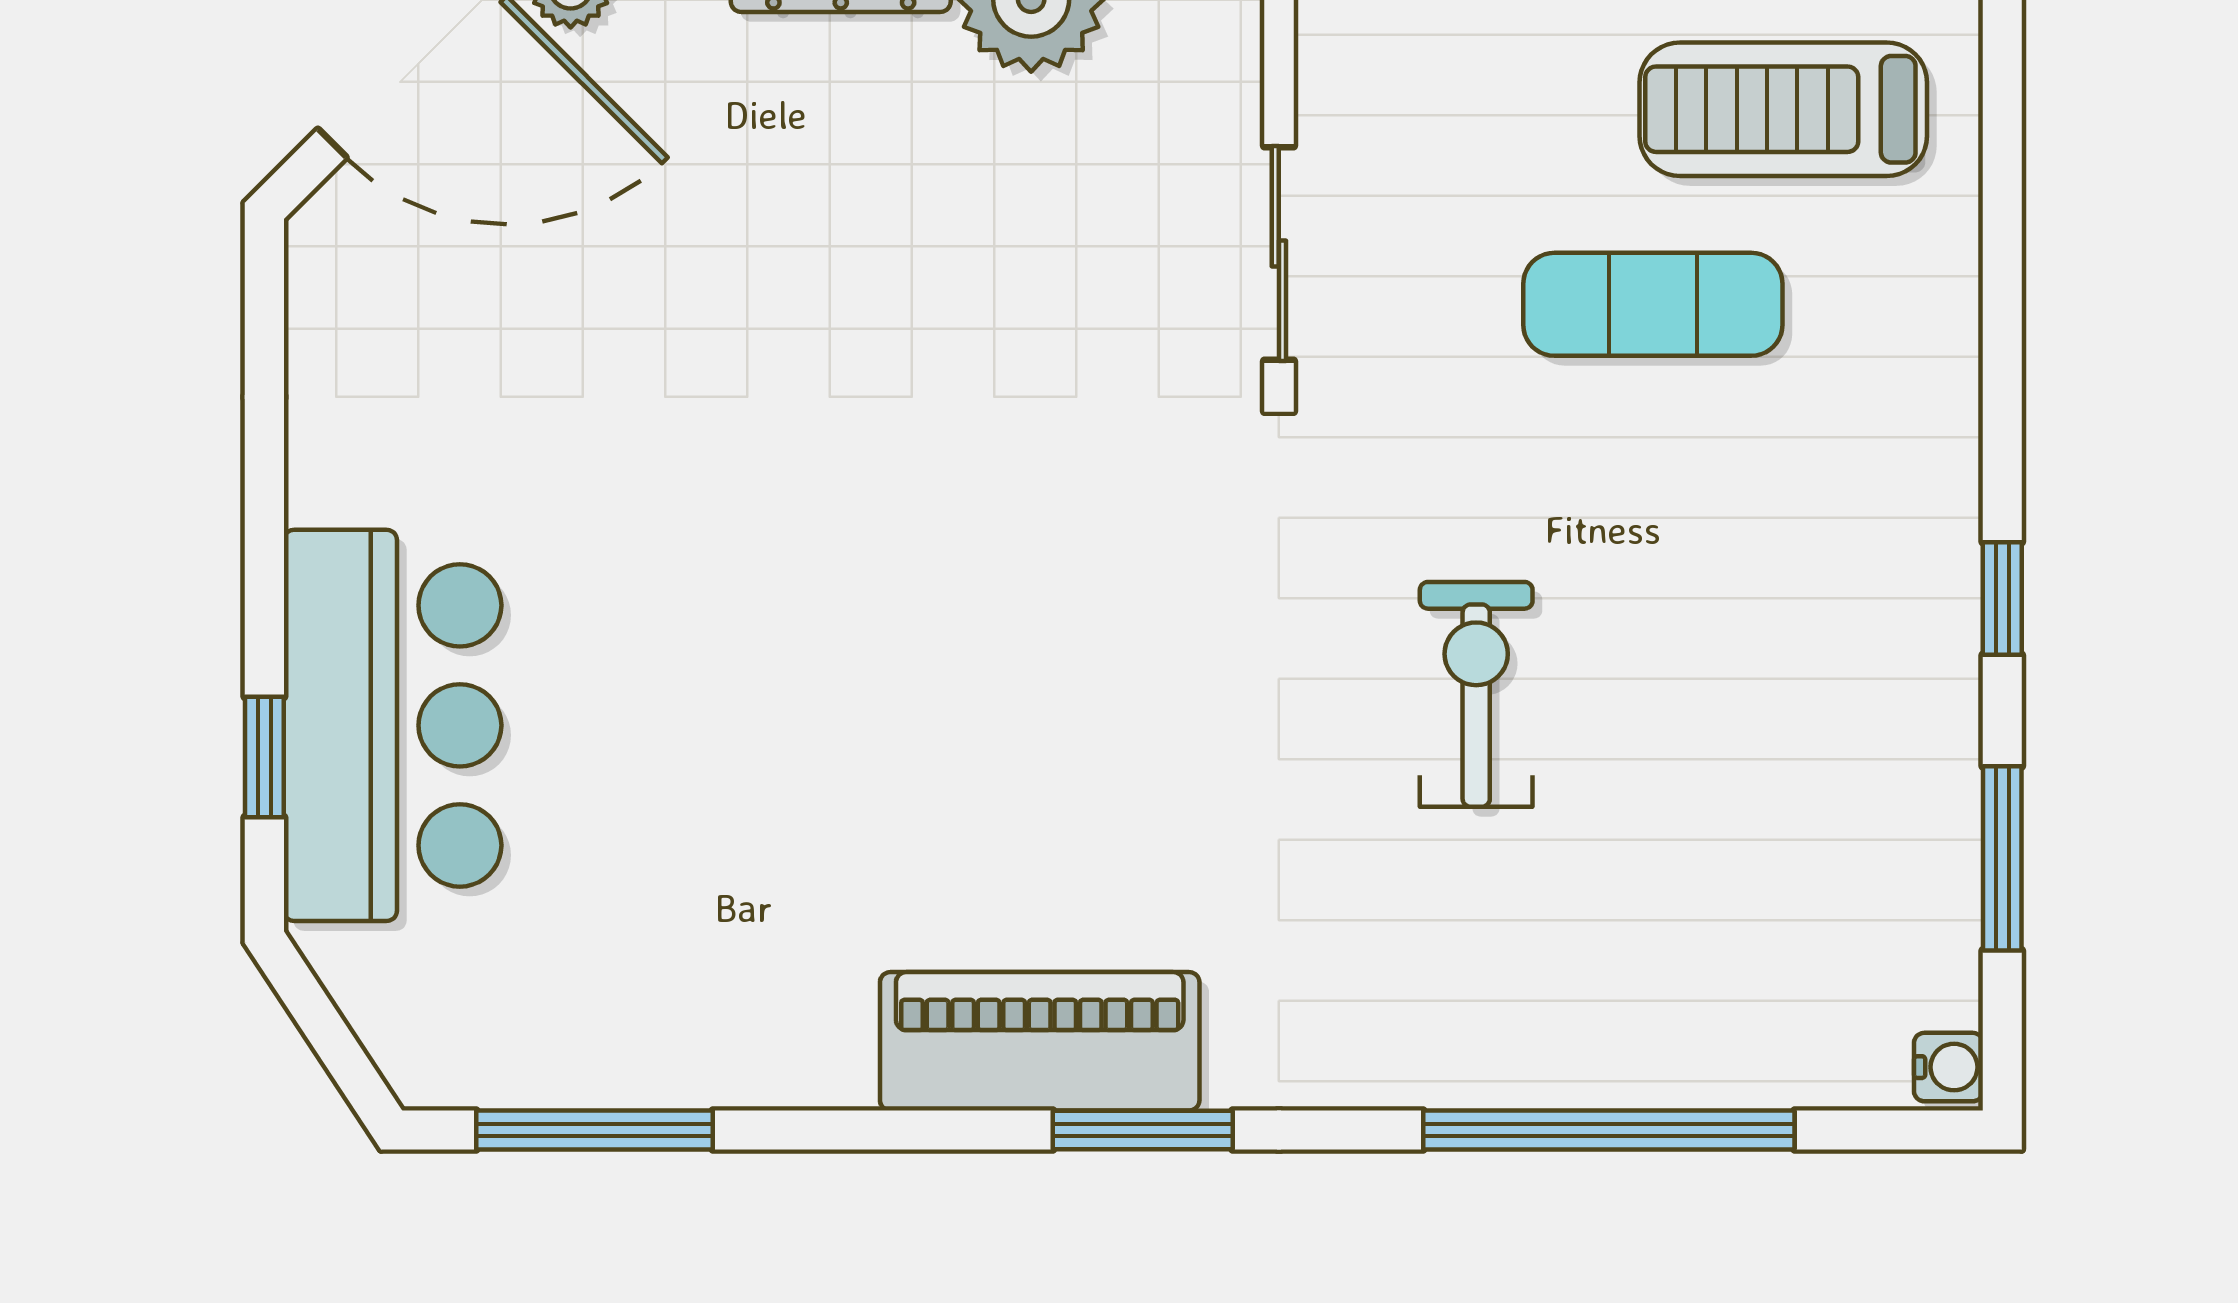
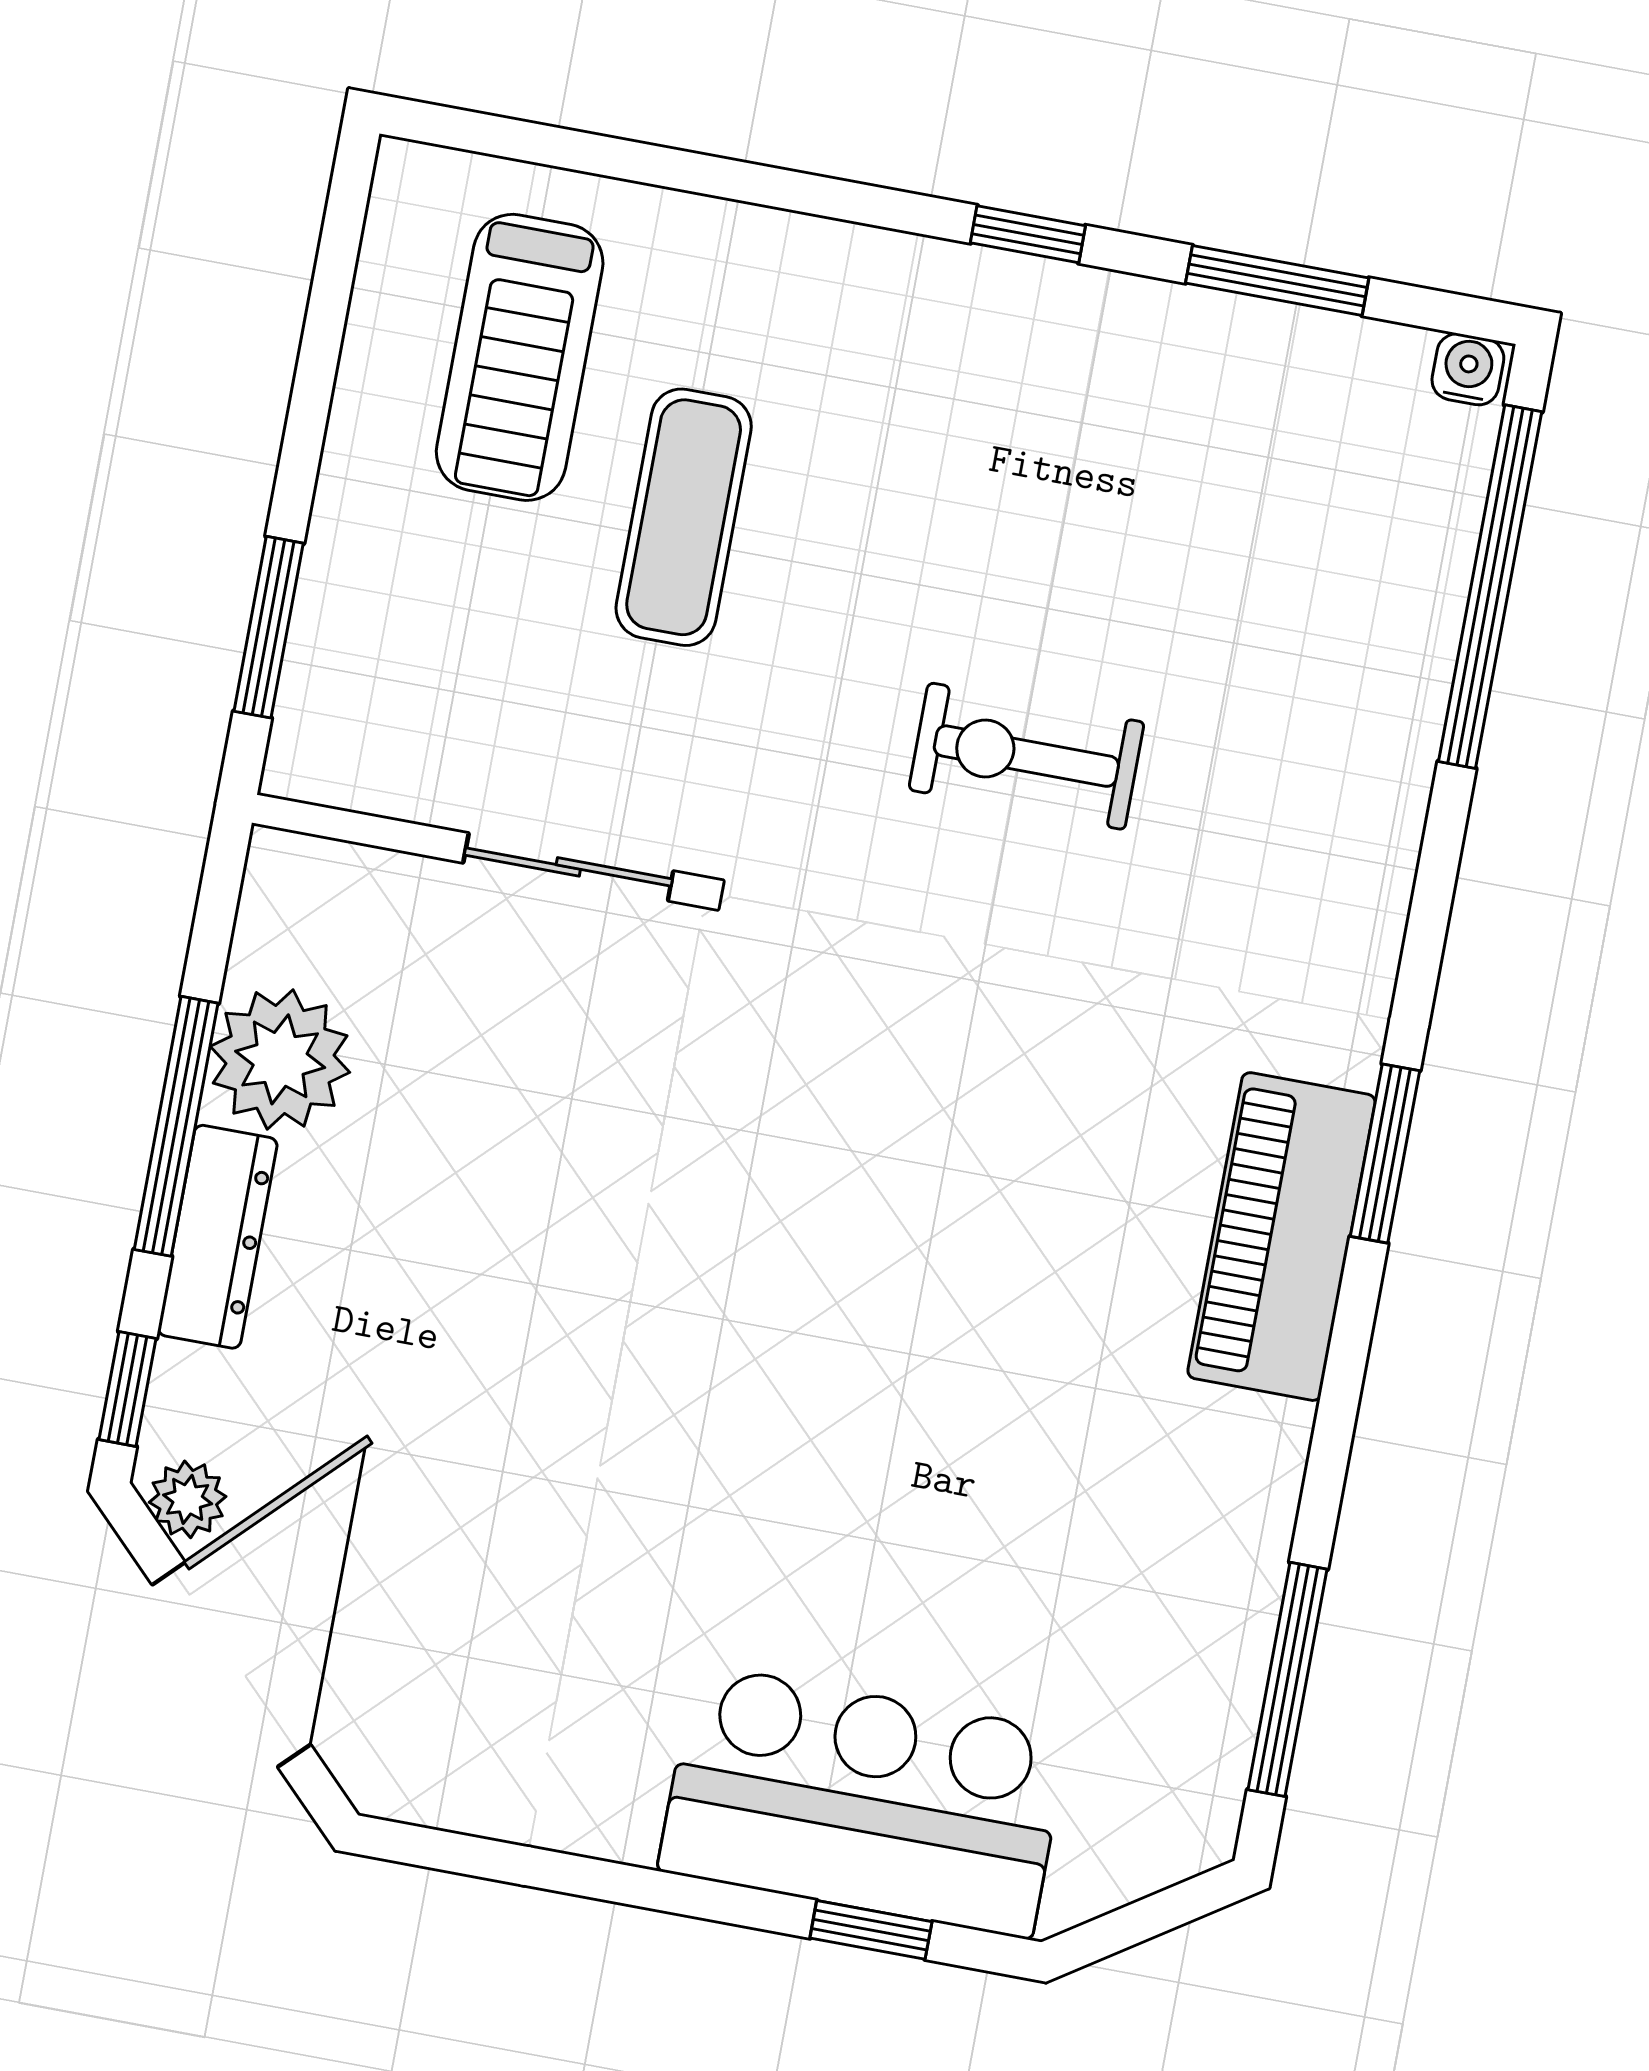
window: (1609, 1130) -> (1490, 587), moved

